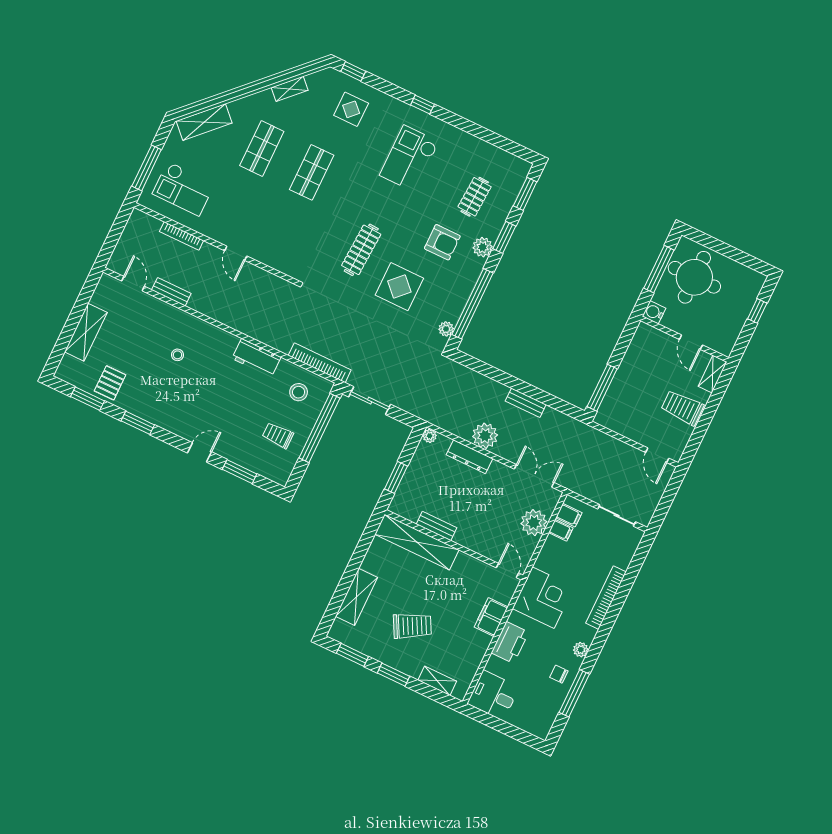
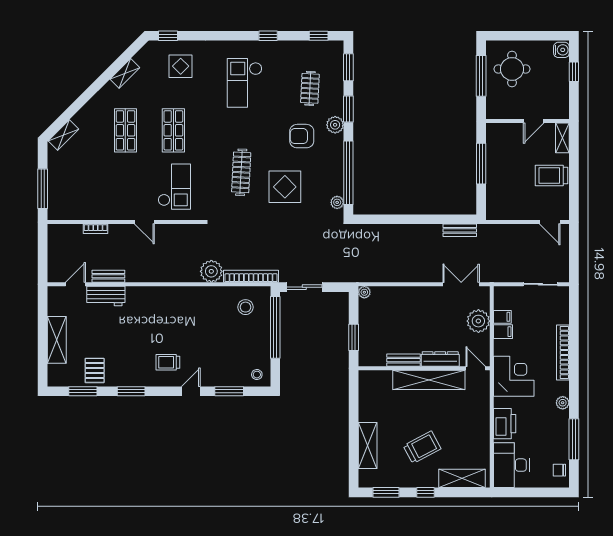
window: (422, 105) -> (268, 36), moved
shelving: (204, 122) -> (64, 135), width x0.67, depth x0.75
window: (510, 146) -> (319, 36), added
checkout: (183, 189) -> (174, 187), moved, turned -90
bookcase: (182, 236) -> (96, 229), width x0.64
armchair: (442, 242) -> (302, 136), turned 180
round table: (694, 277) -> (512, 69), width x0.73, depth x0.73
door: (133, 284) -> (75, 284), hinge flipped
water cooler: (654, 312) -> (561, 50), moved, turned 180
door: (691, 342) -> (534, 121), hinge flipped
stool: (177, 355) -> (257, 375), moved
workbench: (256, 358) -> (106, 296), moved
window: (602, 388) -> (481, 164), moved
bench: (526, 403) -> (460, 230), moved
trolley: (278, 435) -> (168, 362), moved
plant: (485, 436) -> (211, 271), moved
dresser: (469, 457) -> (440, 359), moved, turned 180
filing cabinet: (569, 515) -> (503, 332), moved
shelving: (417, 542) -> (429, 380), moved
filing cabinet: (491, 617) -> (480, 411), removed
chair: (559, 674) -> (559, 470), moved
window: (393, 675) -> (426, 492), width x0.67
shelving: (437, 681) -> (462, 478), width x1.50, depth x1.33
desk: (493, 695) -> (511, 465), width x1.37

